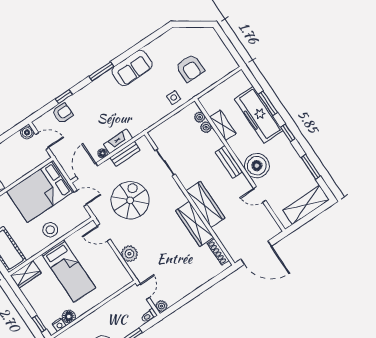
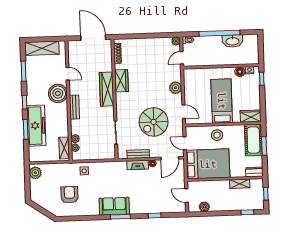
plant: (227, 61) -> (35, 173), added
sofa: (132, 68) -> (114, 206), moved
armchair: (190, 68) -> (69, 195), moved
armchair: (63, 113) -> (162, 205), removed
shelving: (223, 125) -> (64, 148), moved
boiler: (27, 132) -> (204, 207), moved
wardrobe: (195, 224) -> (121, 81), width x0.67

